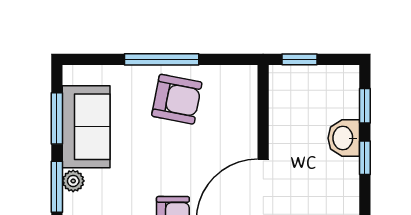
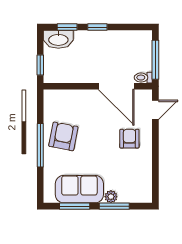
washbasin: (344, 138) -> (58, 39), moved, width x1.38

